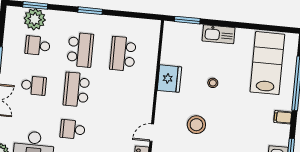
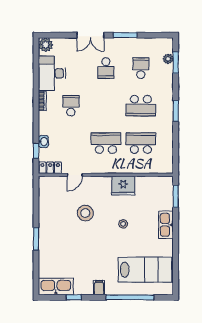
plant: (35, 19) -> (168, 59), width x0.53, depth x0.53
school desk: (76, 90) -> (106, 143), moved
door: (152, 133) -> (75, 175), swing flipped

